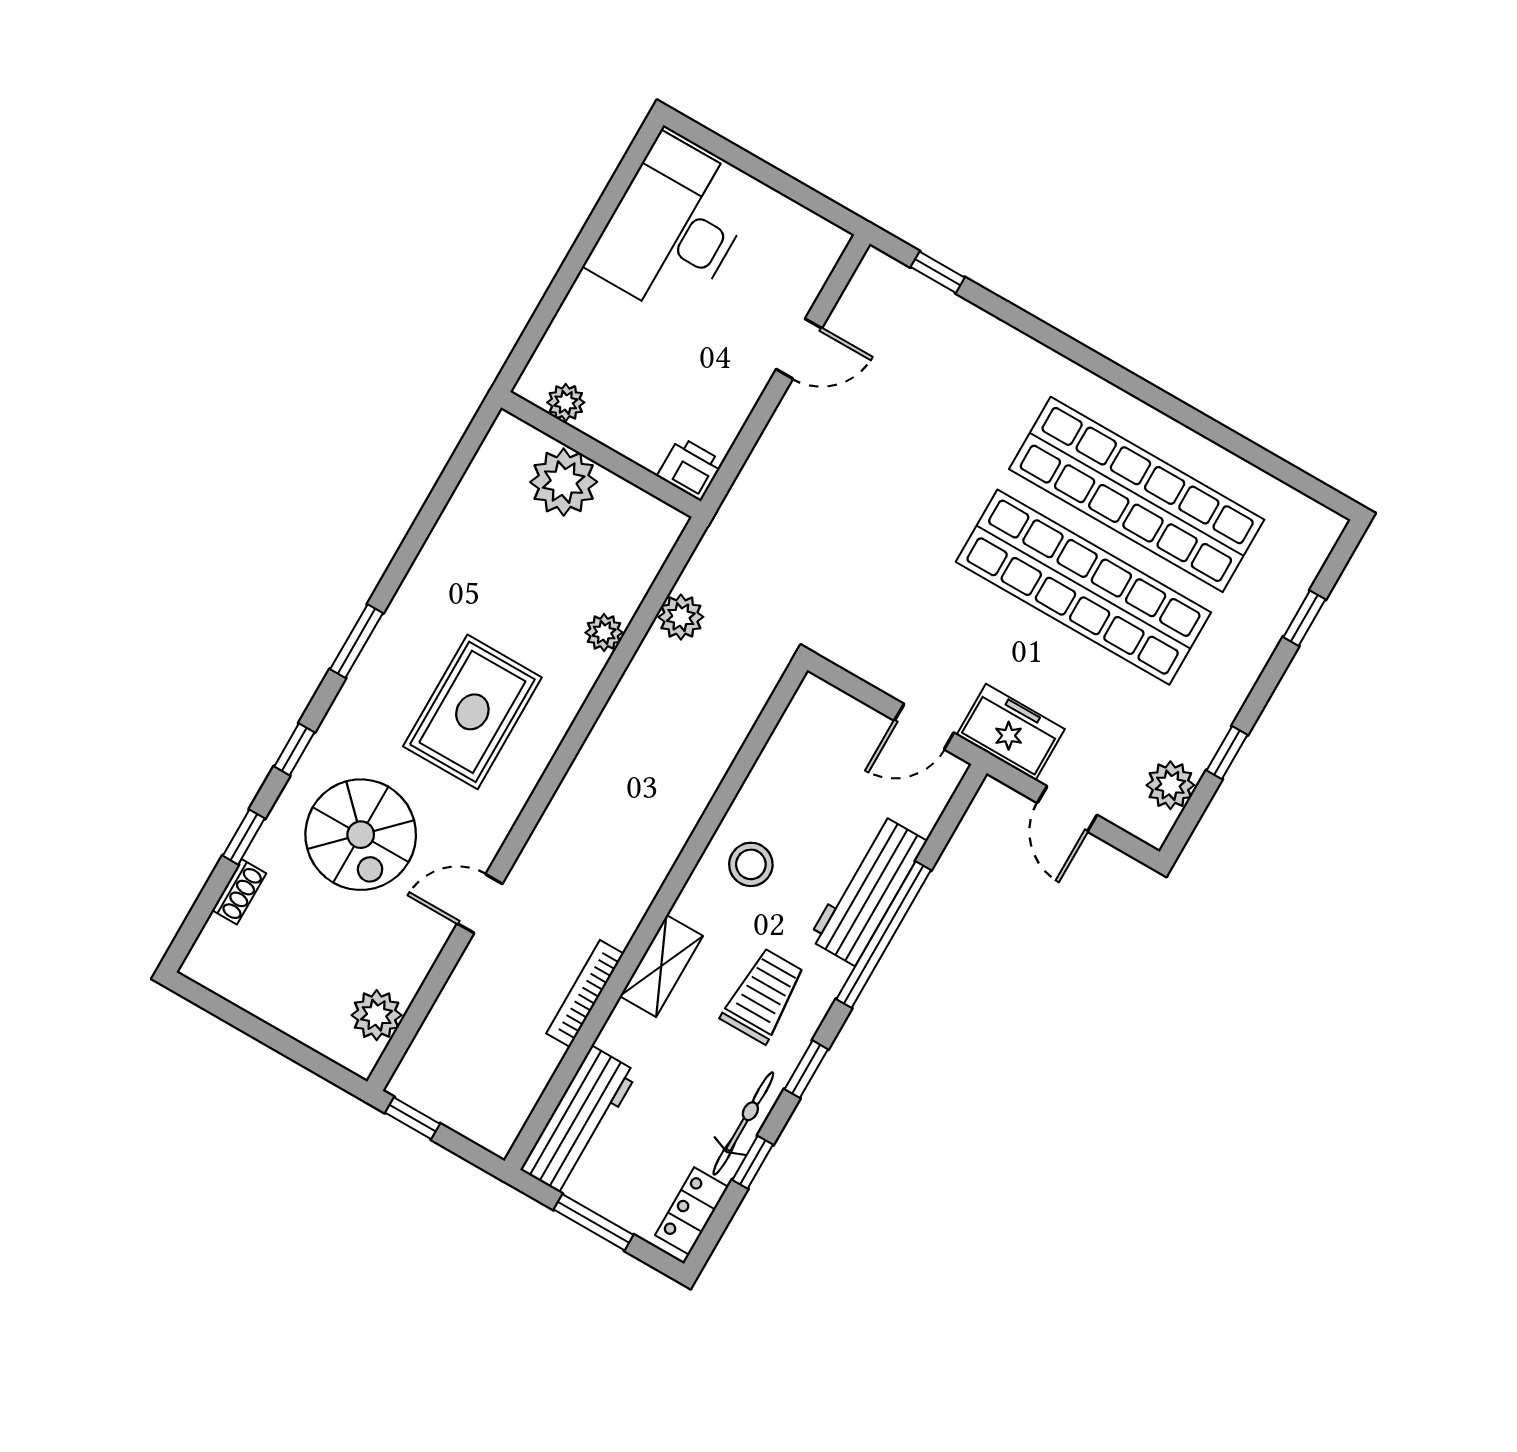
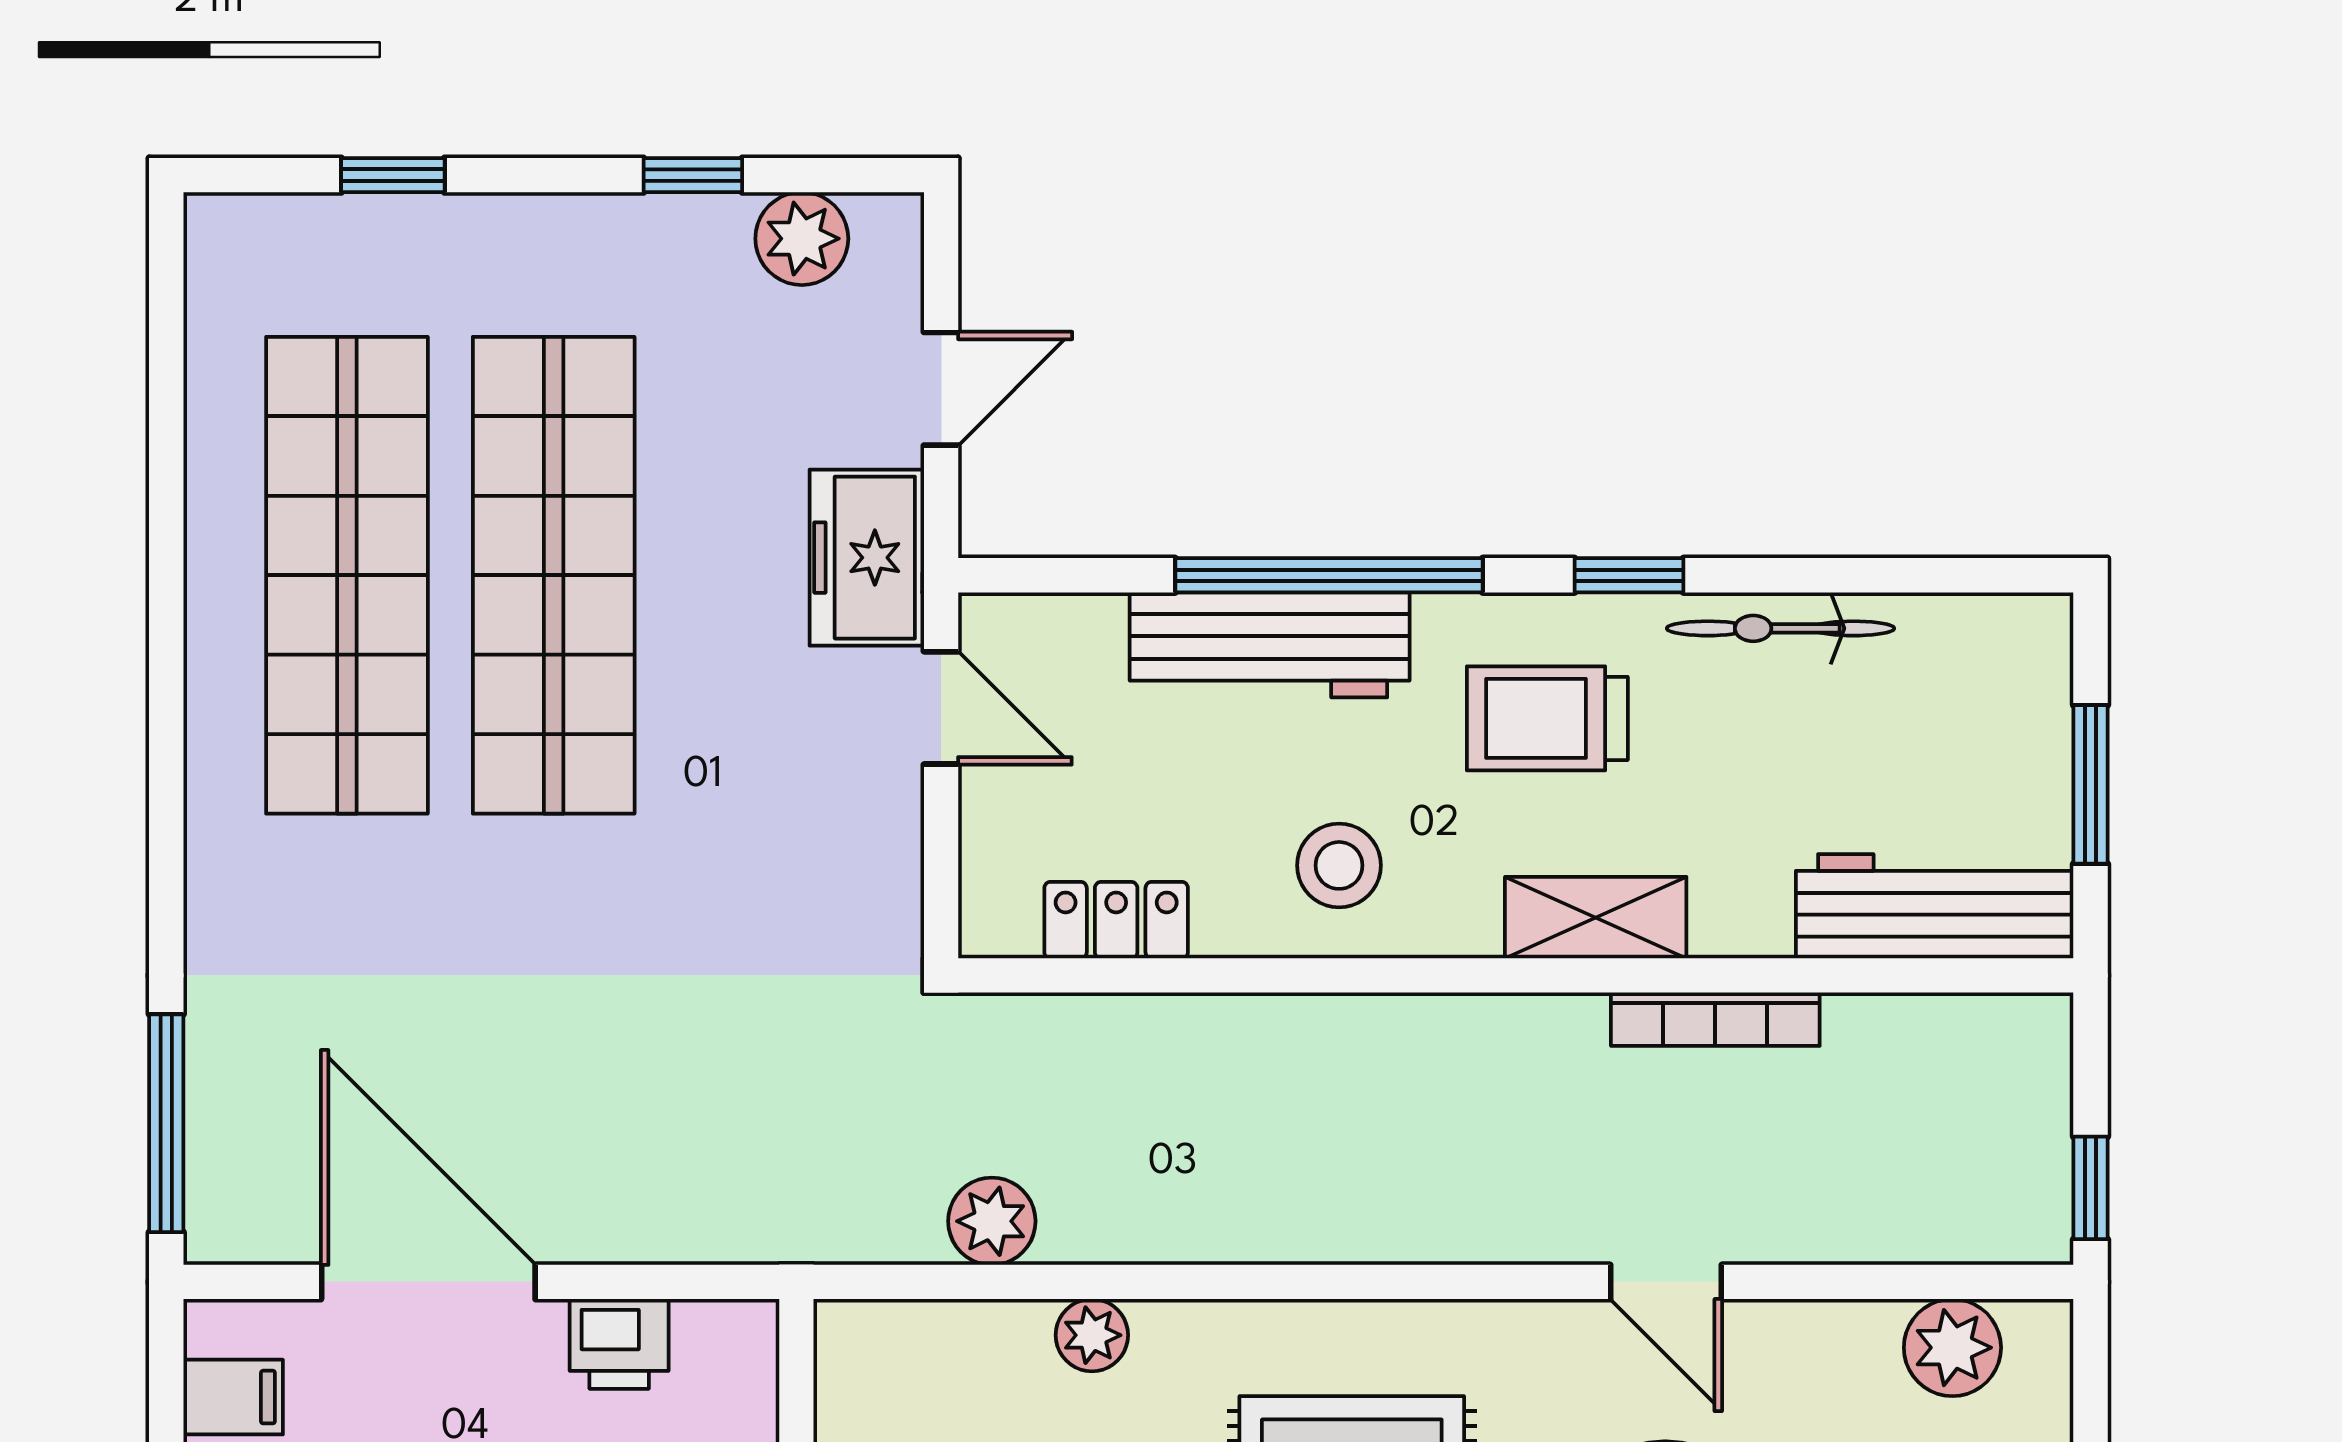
filing cabinet: (798, 232) -> (233, 1397), added
window: (938, 272) -> (166, 1123), width x2.17
door: (799, 349) -> (428, 1282), width x1.88
printer: (690, 469) -> (619, 1344), moved, turned -90
window: (753, 1162) -> (1837, 575), removed
locker: (692, 1211) -> (1116, 920), moved, turned 180

